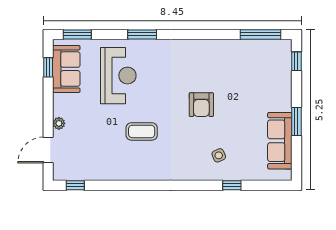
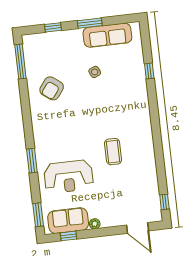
window: (296, 61) -> (53, 27), moved
reception desk: (118, 76) -> (69, 177), turned 180
armchair: (201, 105) -> (52, 88), moved, turned 127
plant: (59, 123) -> (95, 224), moved
side table: (219, 155) -> (95, 72), moved

